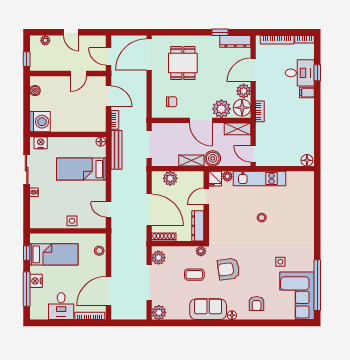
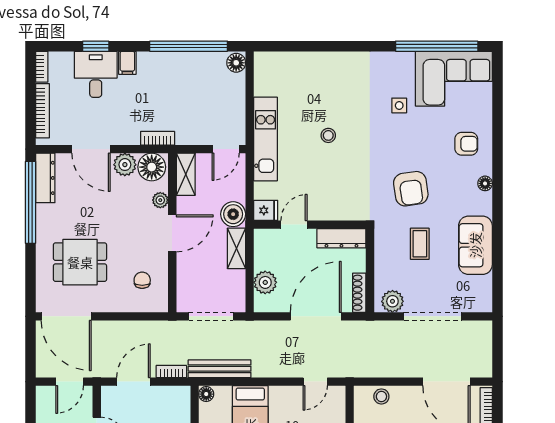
window: (220, 32) -> (30, 202), width x3.17
plant: (221, 109) -> (160, 200), width x0.53, depth x0.53
window: (317, 131) -> (189, 46), added
plant: (227, 176) -> (262, 191), removed
door: (206, 196) -> (294, 225), swing flipped
plant: (201, 251) -> (382, 233), removed
sofa: (208, 309) -> (475, 245), moved
plant: (159, 312) -> (481, 301), removed

